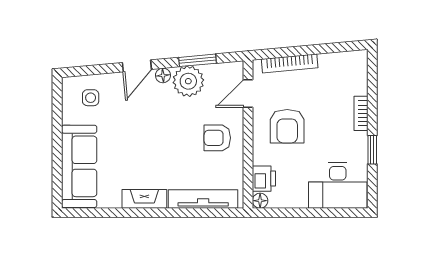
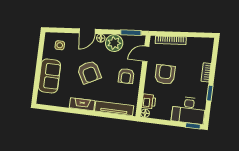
window: (197, 60) -> (131, 33), moved
armchair: (287, 126) -> (165, 74), turned 180
armchair: (217, 138) -> (126, 76), turned -90
armchair: (150, 139) -> (89, 72), added
sofa: (79, 166) -> (49, 76), width x0.73
window: (349, 213) -> (193, 126), added

